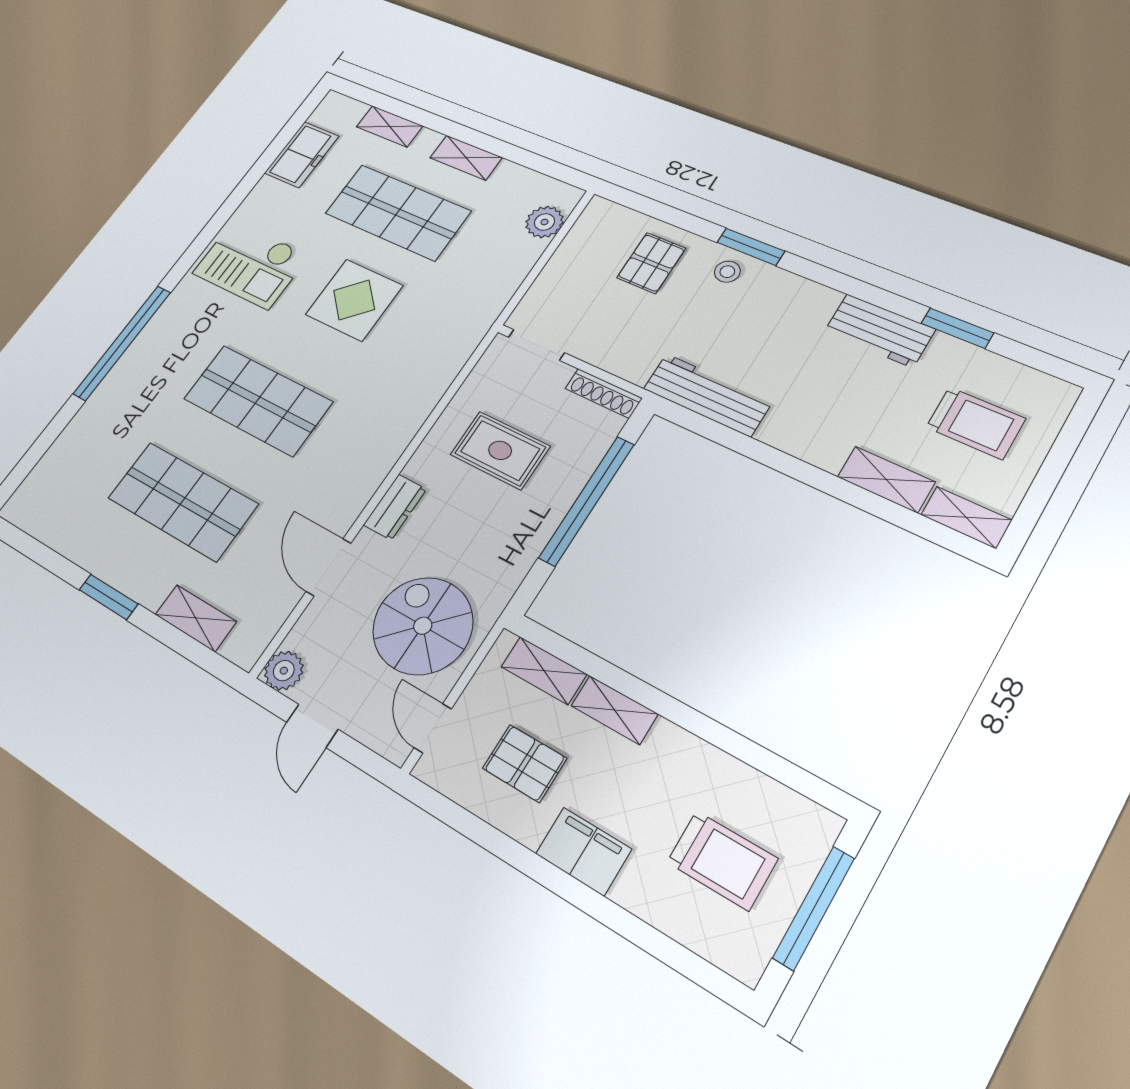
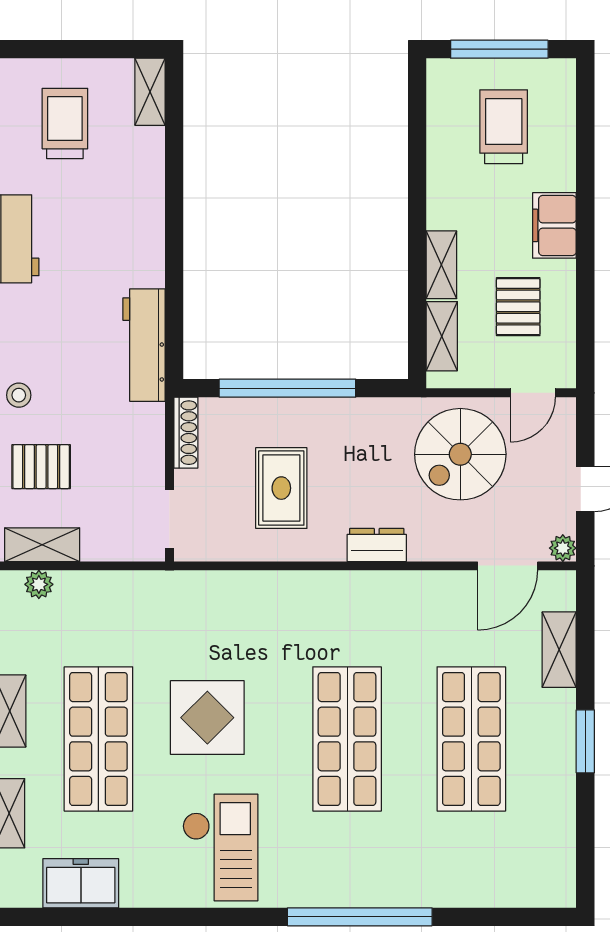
plant: (544, 222) -> (39, 584), width x0.73, depth x0.73
shelving: (886, 479) -> (42, 545), moved, turned 90
door: (329, 567) -> (508, 566), moved
plant: (284, 671) -> (563, 548), width x0.73, depth x0.73

